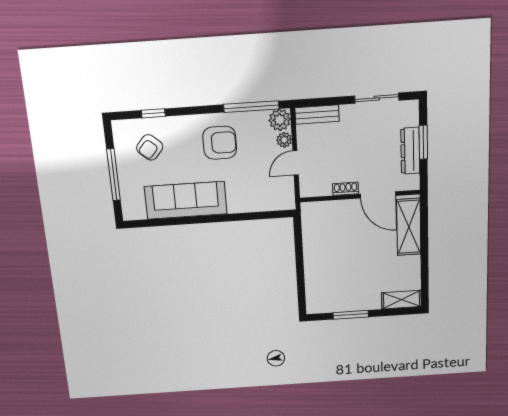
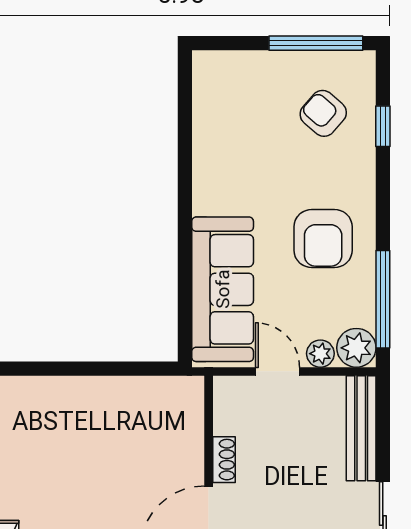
bench: (317, 115) -> (361, 428), width x1.36
window: (113, 175) -> (316, 43), moved
sofa: (186, 200) -> (223, 289), moved

